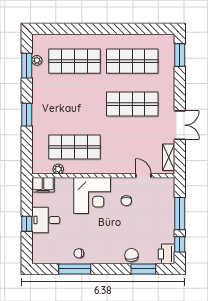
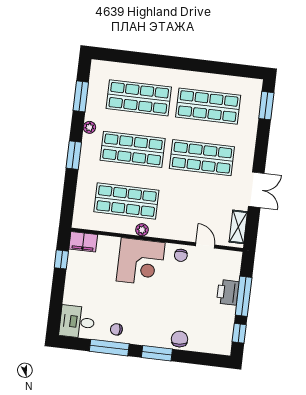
plant: (37, 60) -> (89, 127), moved
shop shelf: (74, 104) -> (133, 149), added
plant: (58, 169) -> (142, 230), moved
chair: (126, 201) -> (181, 255), moved
desk: (46, 220) -> (77, 322), moved
window: (27, 224) -> (61, 259), moved
printer: (167, 254) -> (228, 292), moved
window: (143, 269) -> (157, 353), moved

